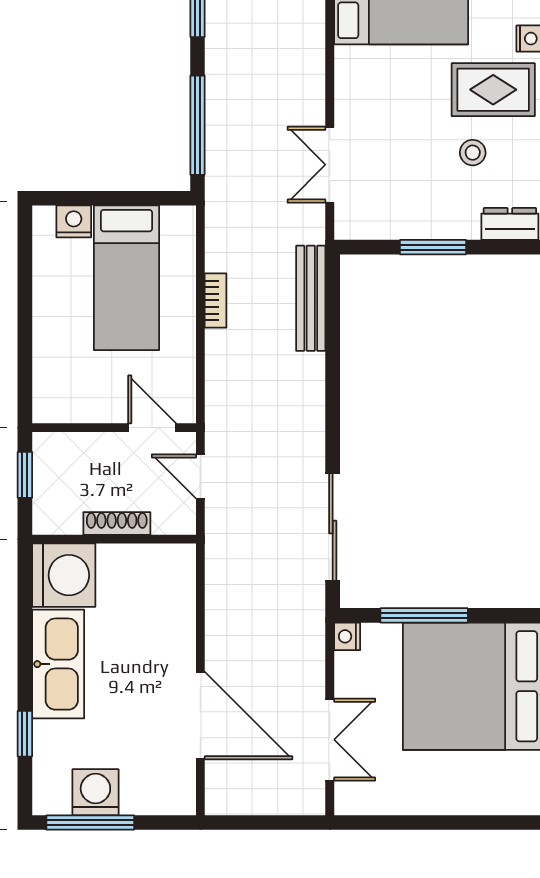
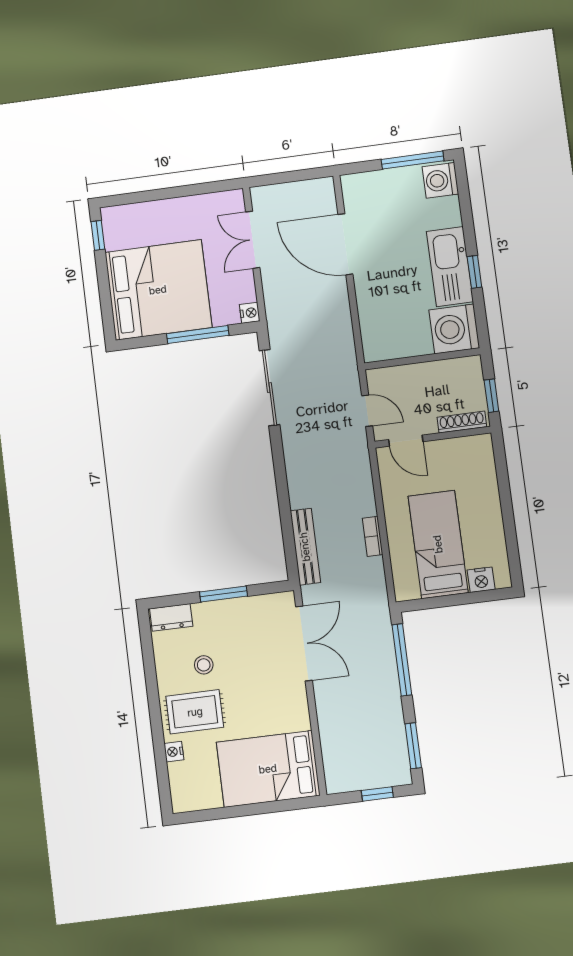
double door: (330, 165) -> (304, 643), width x1.37
shoe rack: (117, 523) -> (462, 422), moved, turned 180
window: (25, 734) -> (474, 272), moved
washing machine: (95, 792) -> (440, 180), moved, turned 90

